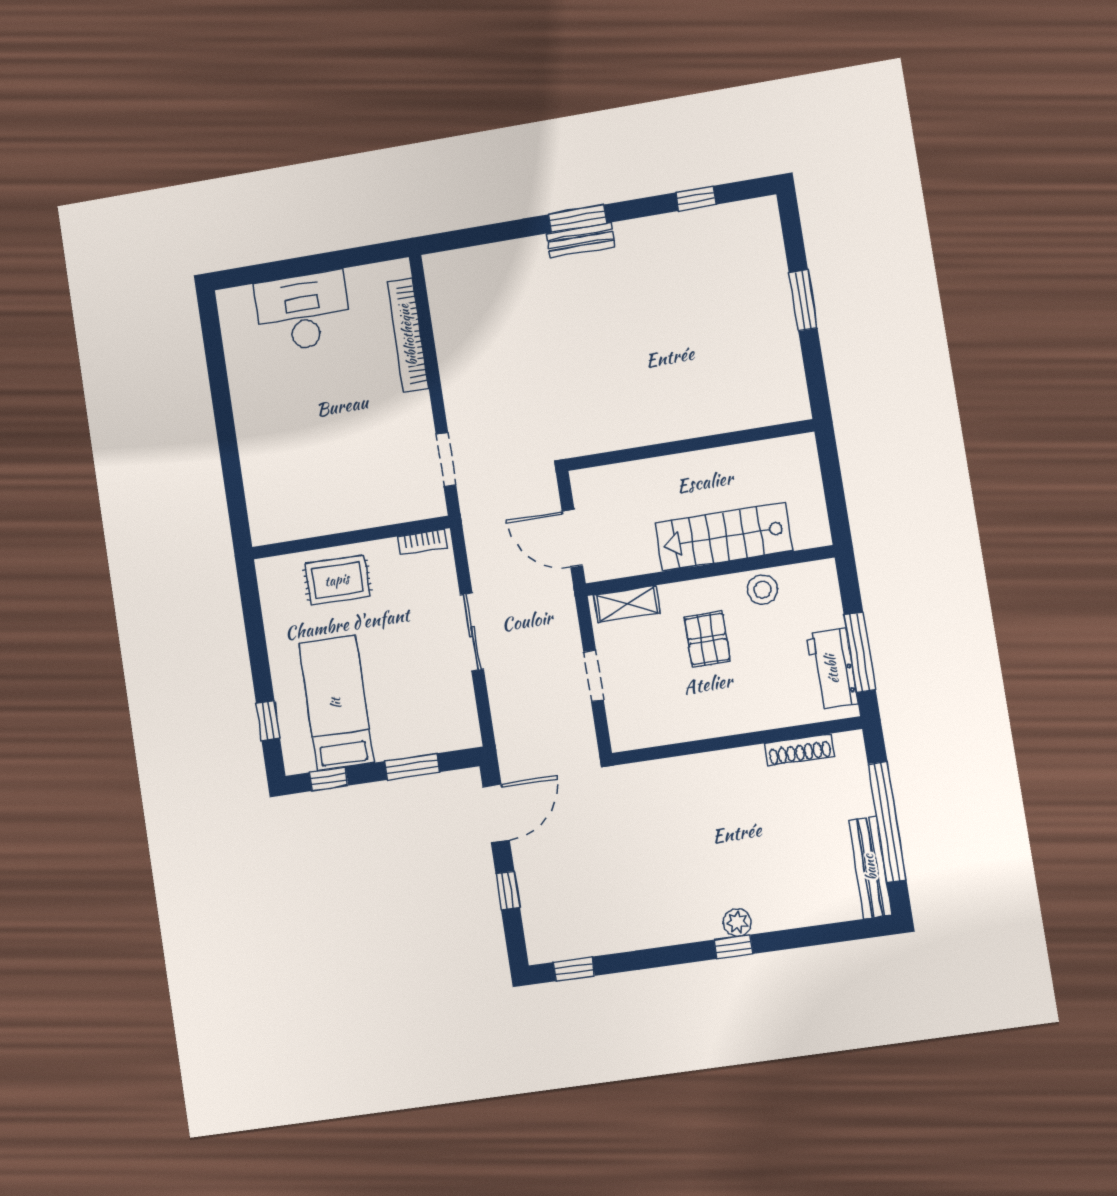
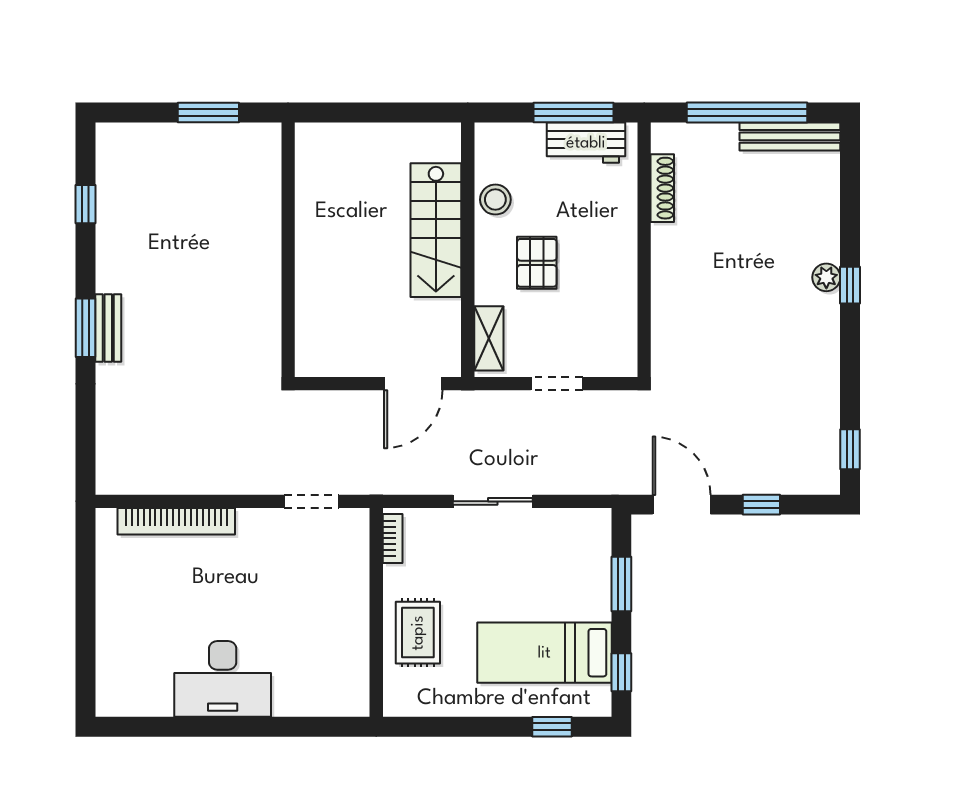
desk: (303, 312) -> (223, 679), moved, turned -90
wall: (690, 445) -> (288, 250), moved
pallet: (707, 639) -> (537, 263), turned 90

